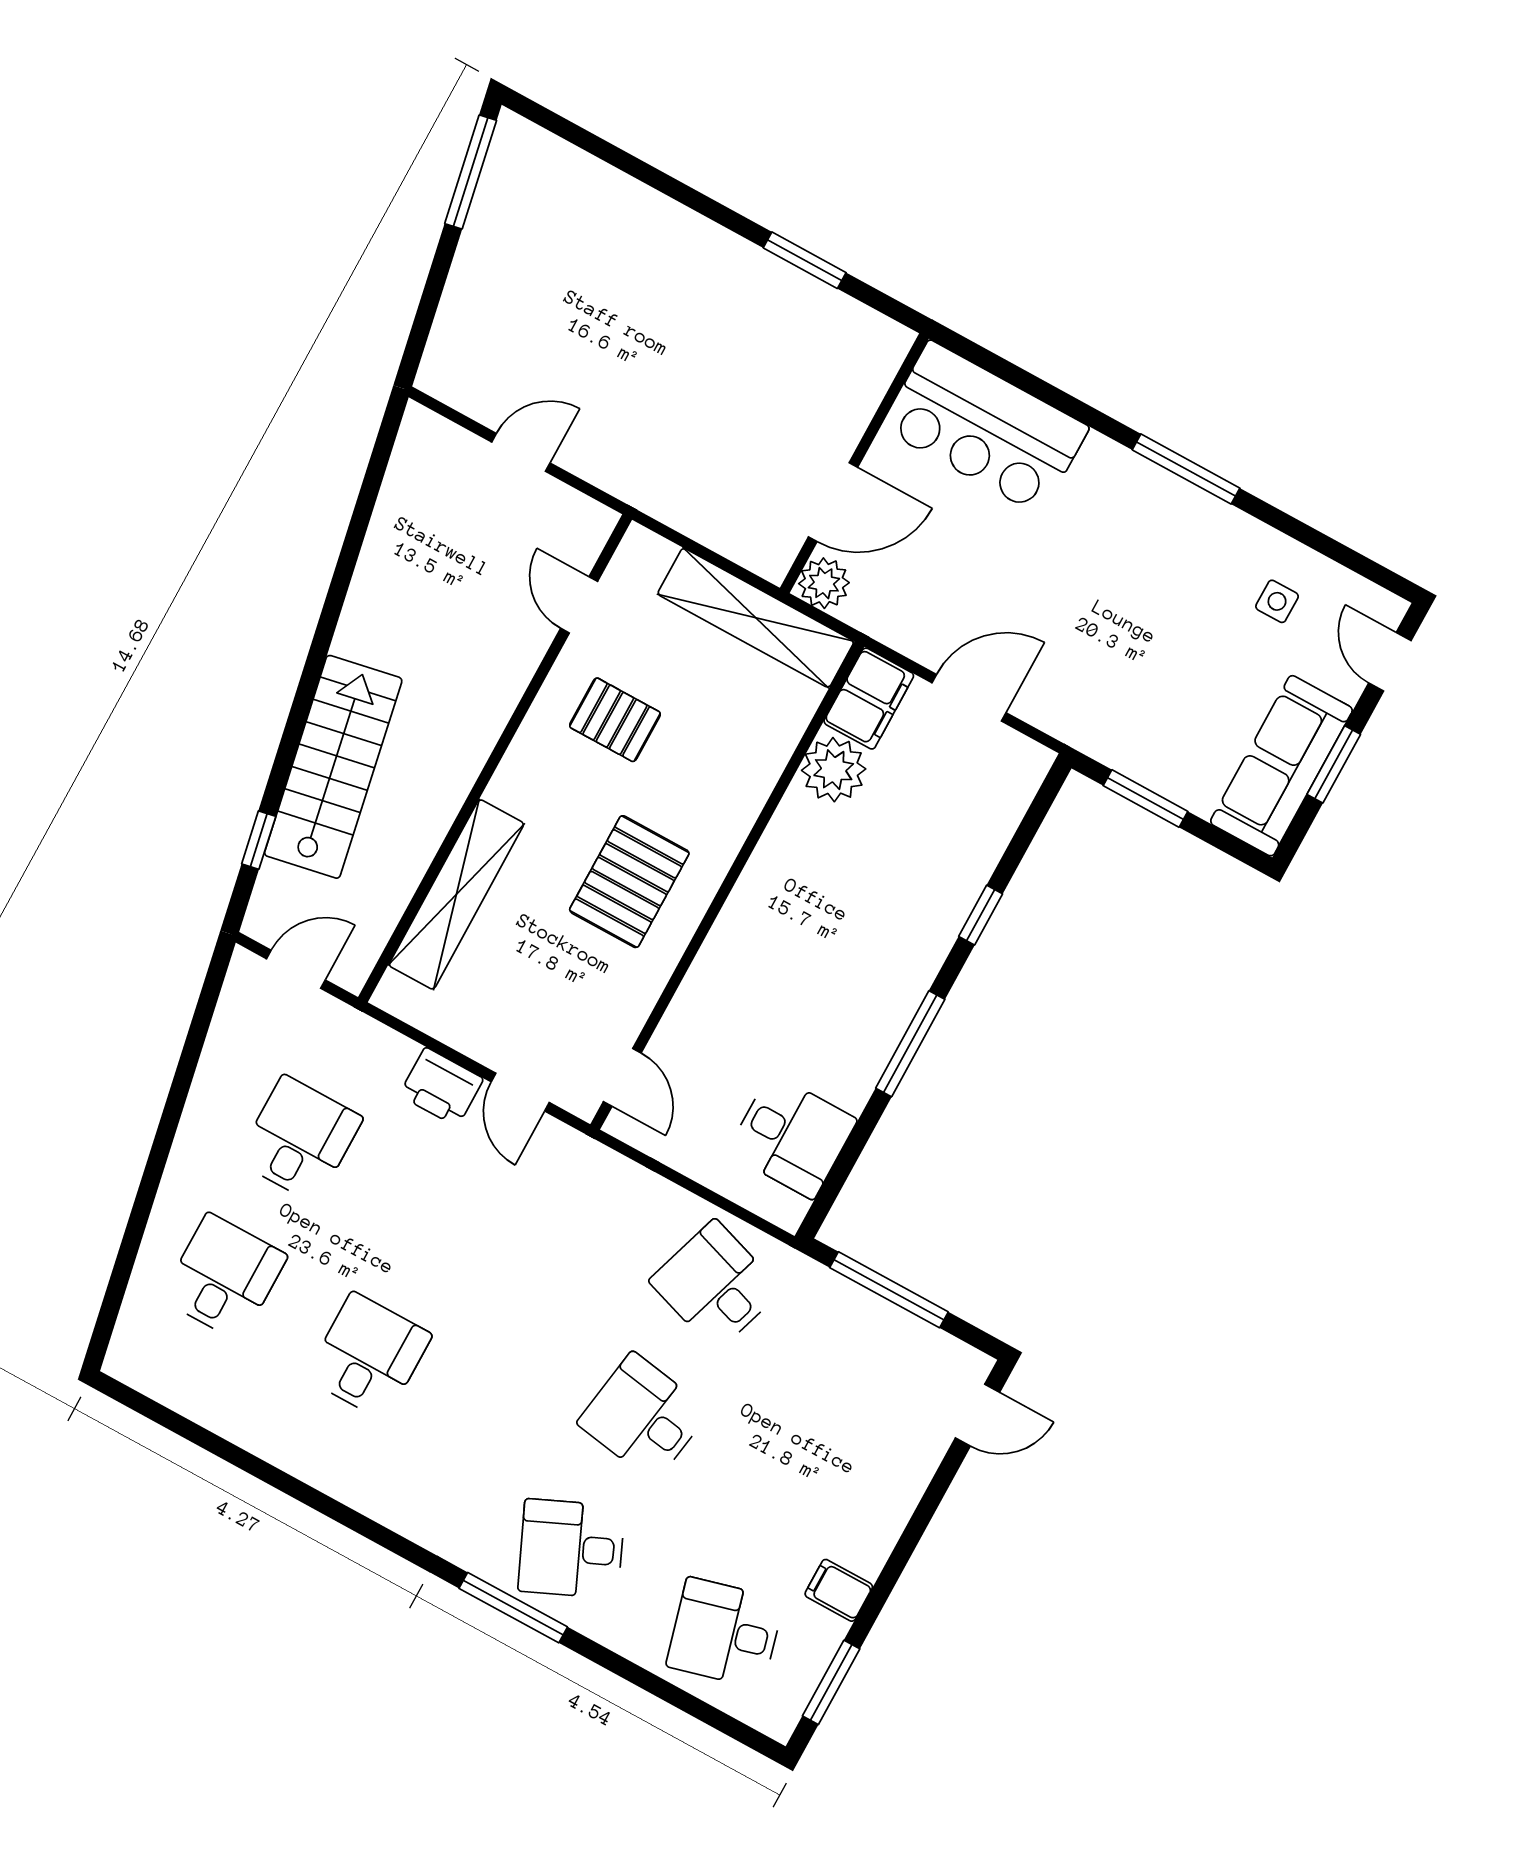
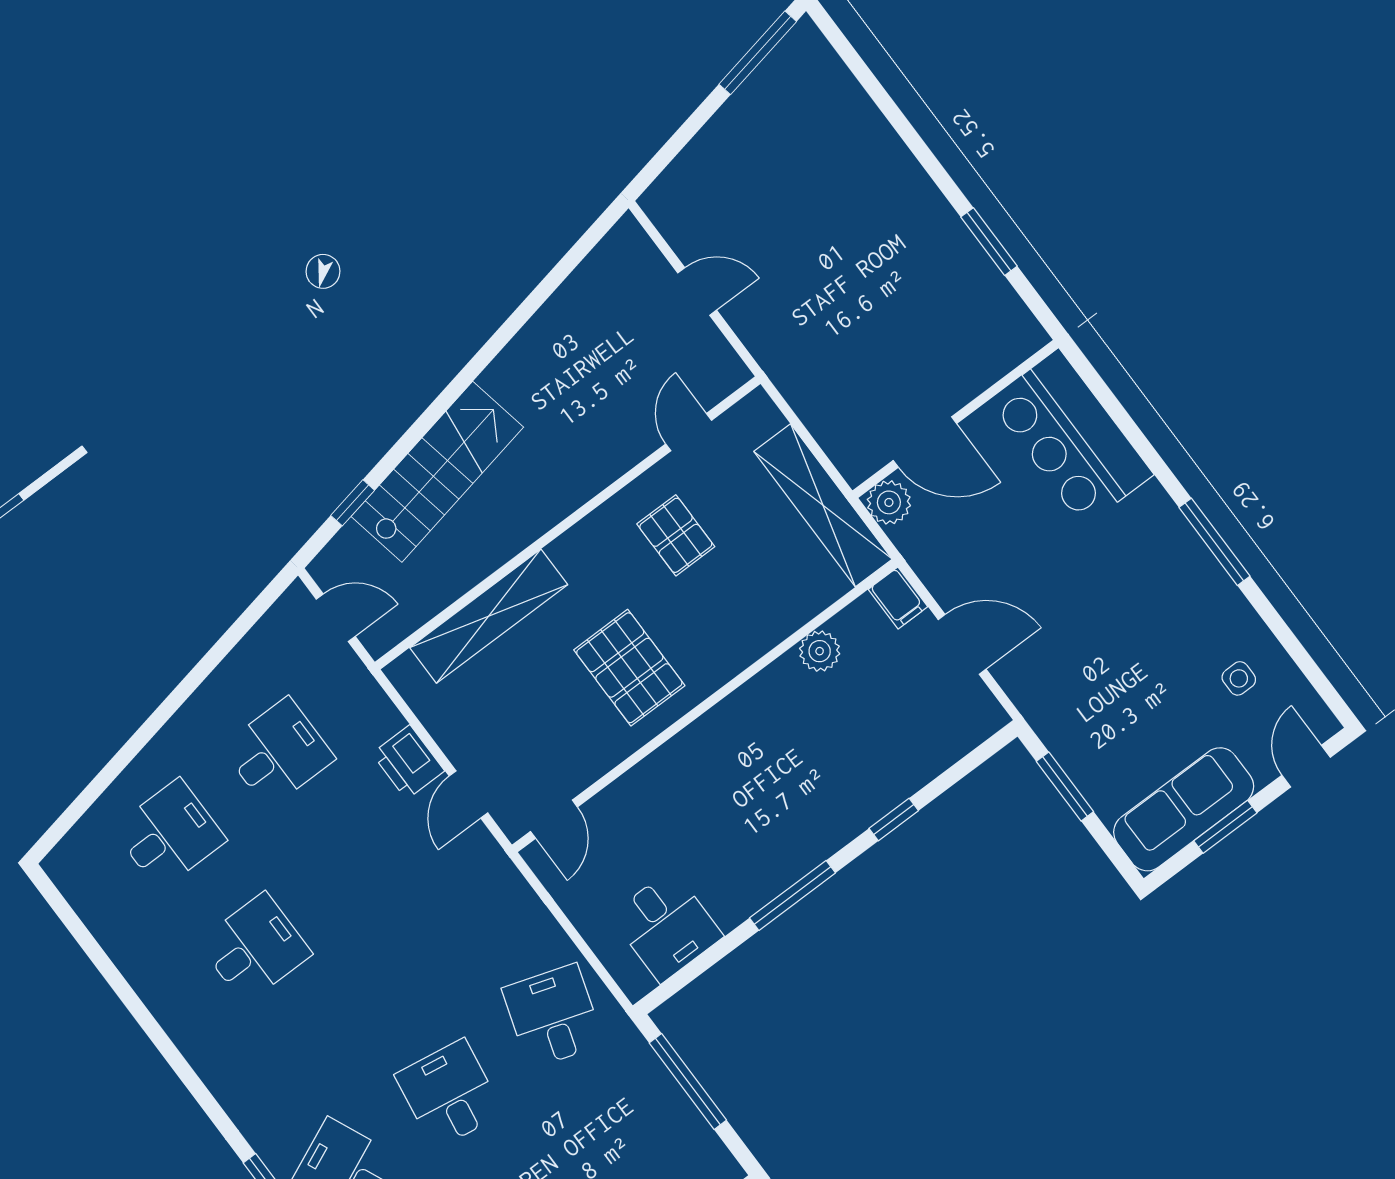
filing cabinet: (869, 699) -> (898, 598), width x0.50
plant: (834, 770) -> (820, 651), width x0.73, depth x0.73
pallet: (629, 882) -> (629, 668), turned 90

